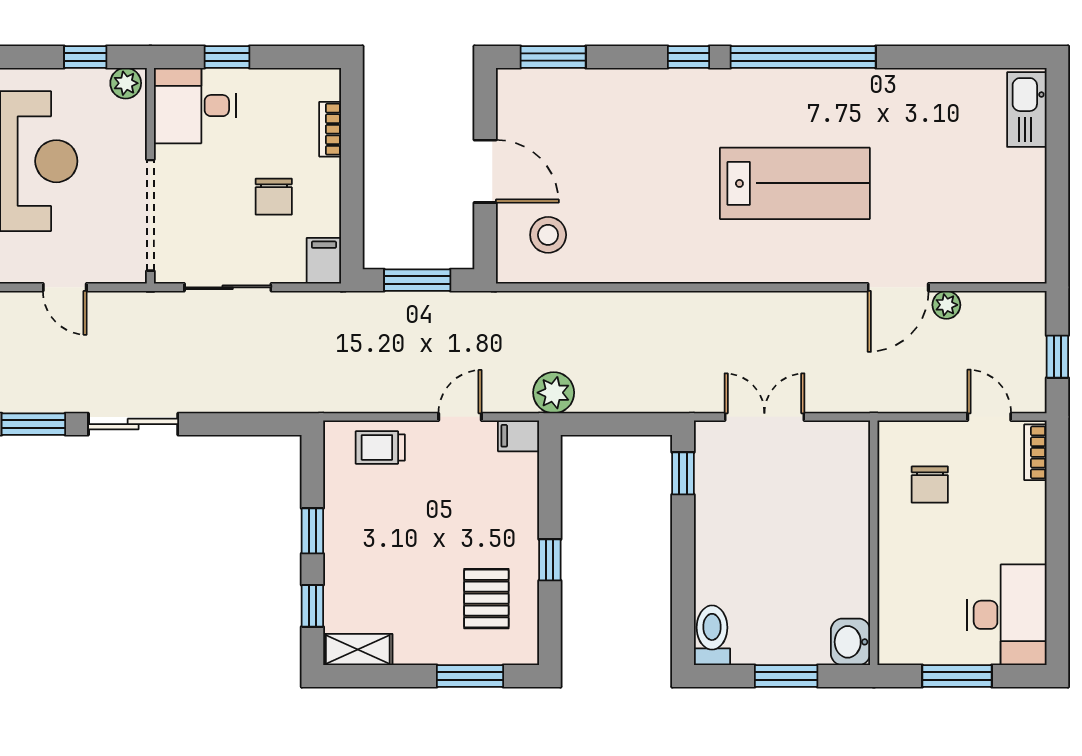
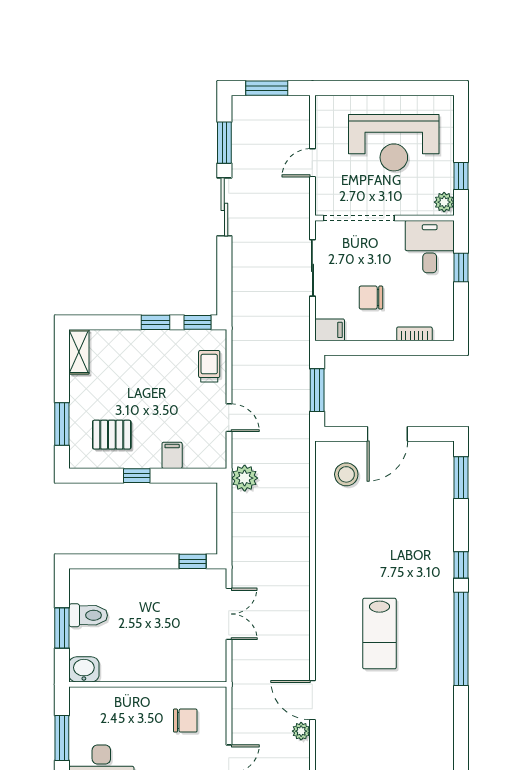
lab bench: (795, 183) -> (379, 634), width x0.73, depth x0.72
filing cabinet: (519, 436) -> (172, 455), moved
chair: (930, 485) -> (185, 721), turned 180
window: (312, 606) -> (198, 322), moved
toilet: (712, 635) -> (88, 615), moved

